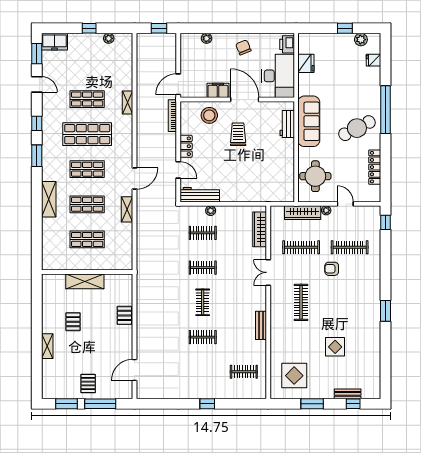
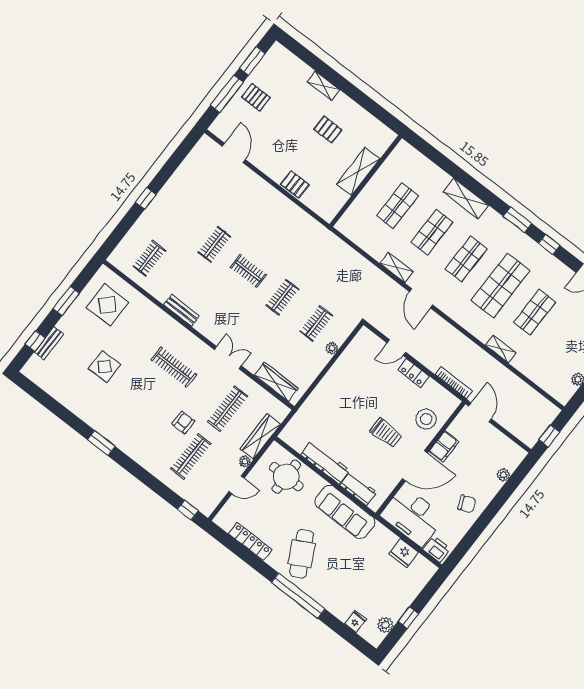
workbench: (200, 195) -> (325, 462), moved, turned -90

